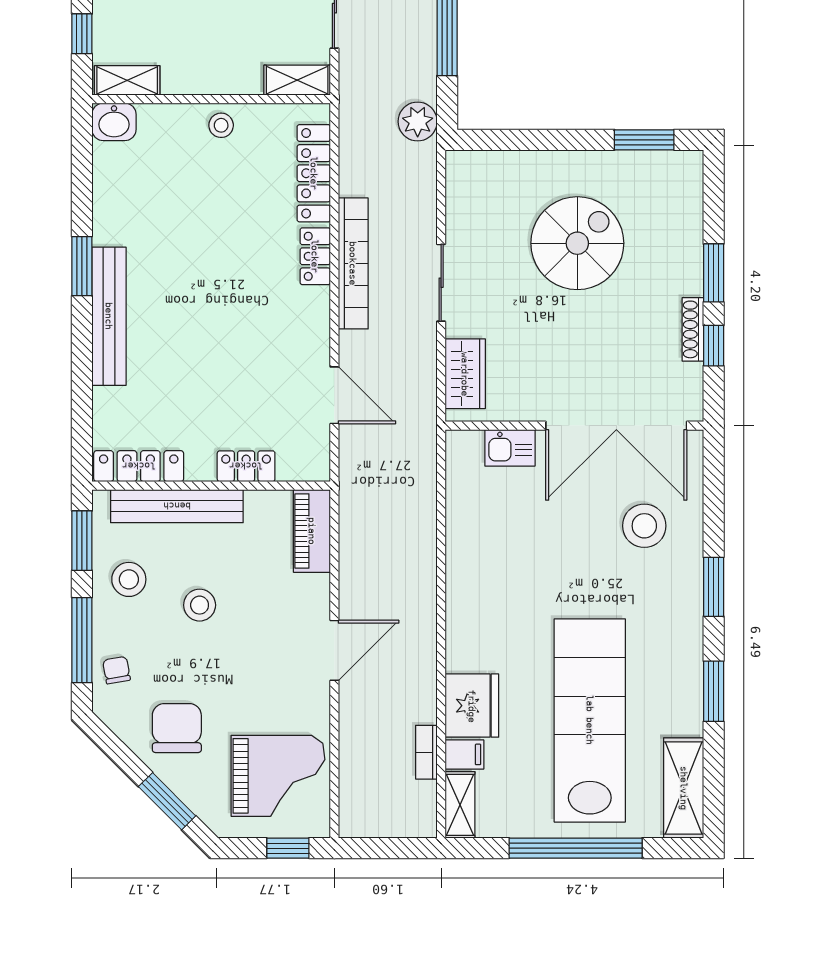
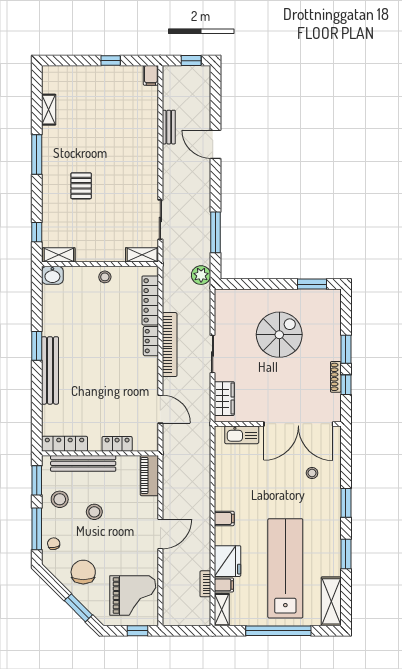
kitchen sink: (510, 448) -> (242, 435), width x1.38
stool: (644, 526) -> (312, 473), width x0.53, depth x0.53
filing cabinet: (465, 619) -> (224, 518), added

